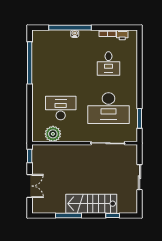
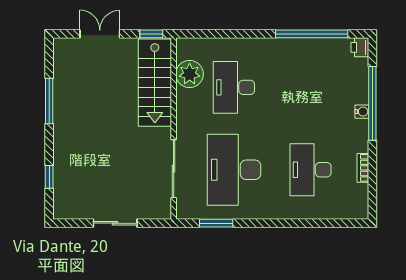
printer: (122, 35) -> (360, 47), moved
desk: (108, 64) -> (311, 170), width x1.37
desk: (61, 108) -> (234, 87), turned 180
double door: (30, 186) -> (100, 34), swing flipped
stairs: (91, 204) -> (155, 83), moved, turned 180

